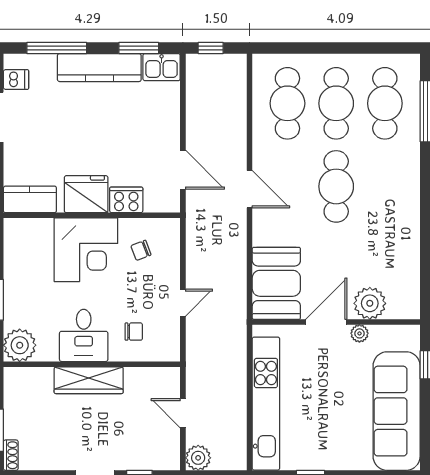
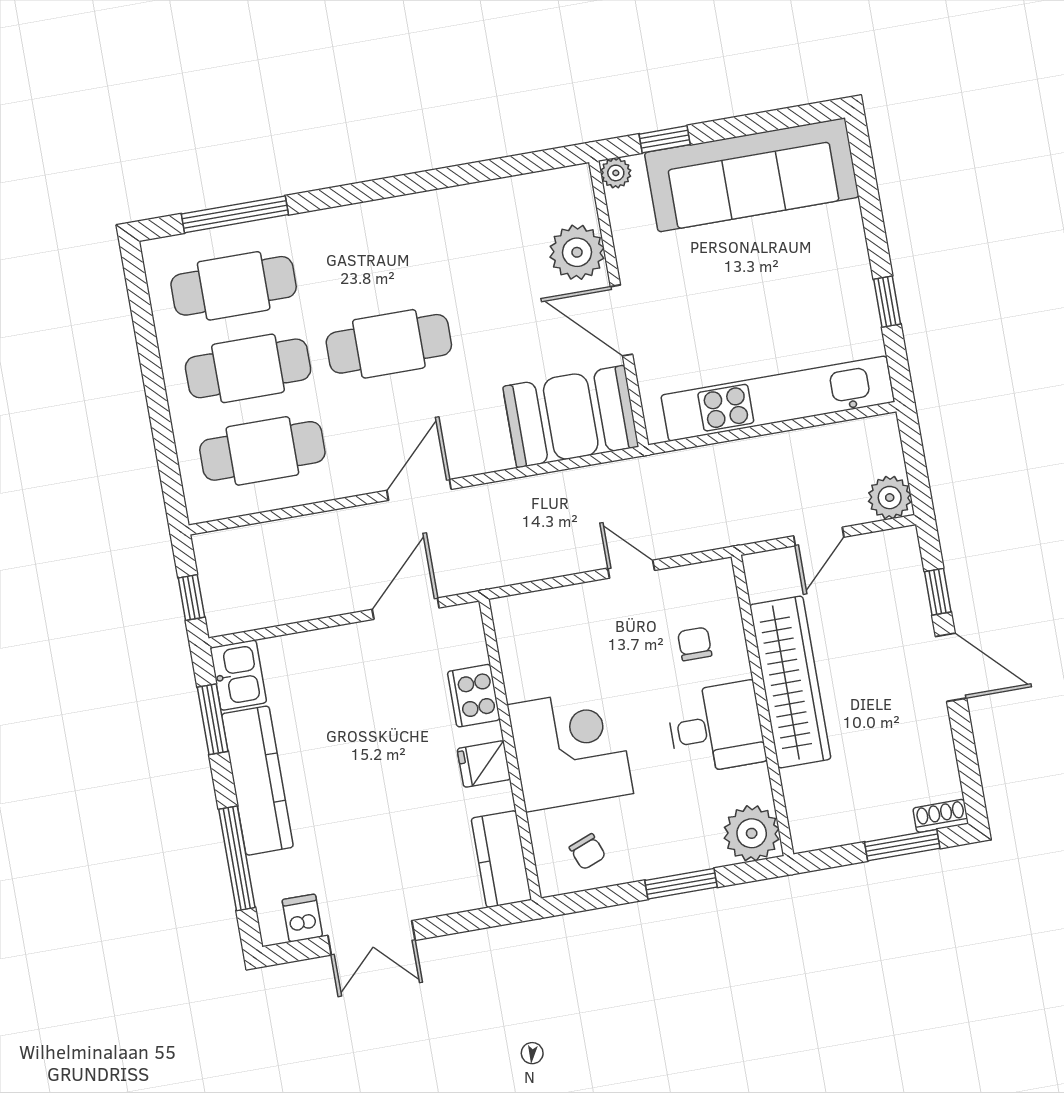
fridge: (86, 194) -> (484, 764), width x0.53, depth x0.75
chair: (141, 250) -> (587, 852), moved
plant: (359, 333) -> (616, 173), moved
wardrobe: (89, 380) -> (790, 682), width x1.40, depth x1.17

